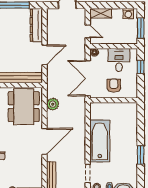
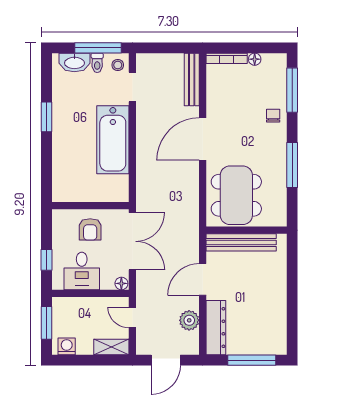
plant: (53, 104) -> (189, 320), moved

